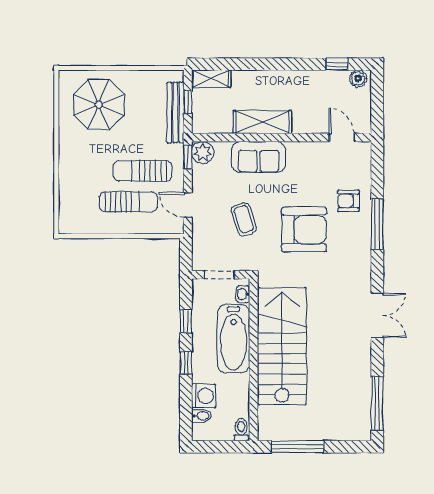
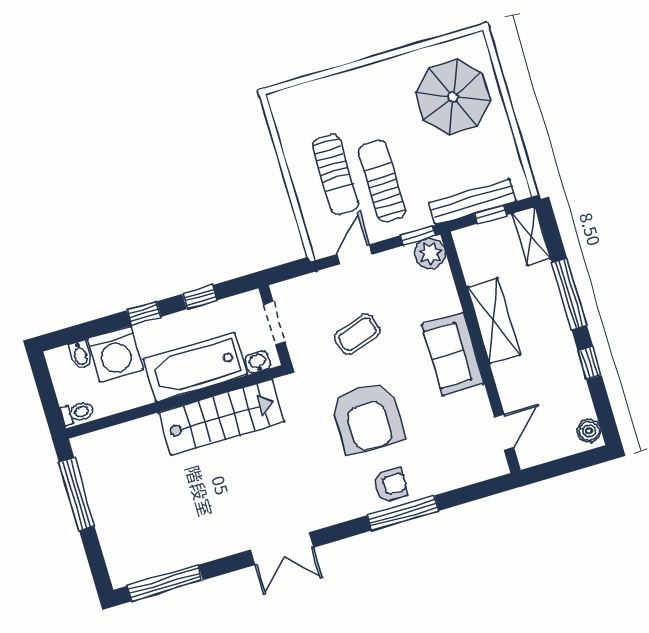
window: (259, 64) -> (569, 294), added
window: (337, 64) -> (590, 363), moved
sofa: (258, 157) -> (453, 354), moved
armchair: (348, 201) -> (390, 485), moved, turned 90
stairs: (282, 346) -> (221, 417), width x0.73, depth x0.66
washing machine: (204, 396) -> (115, 354), width x1.37, depth x1.37

